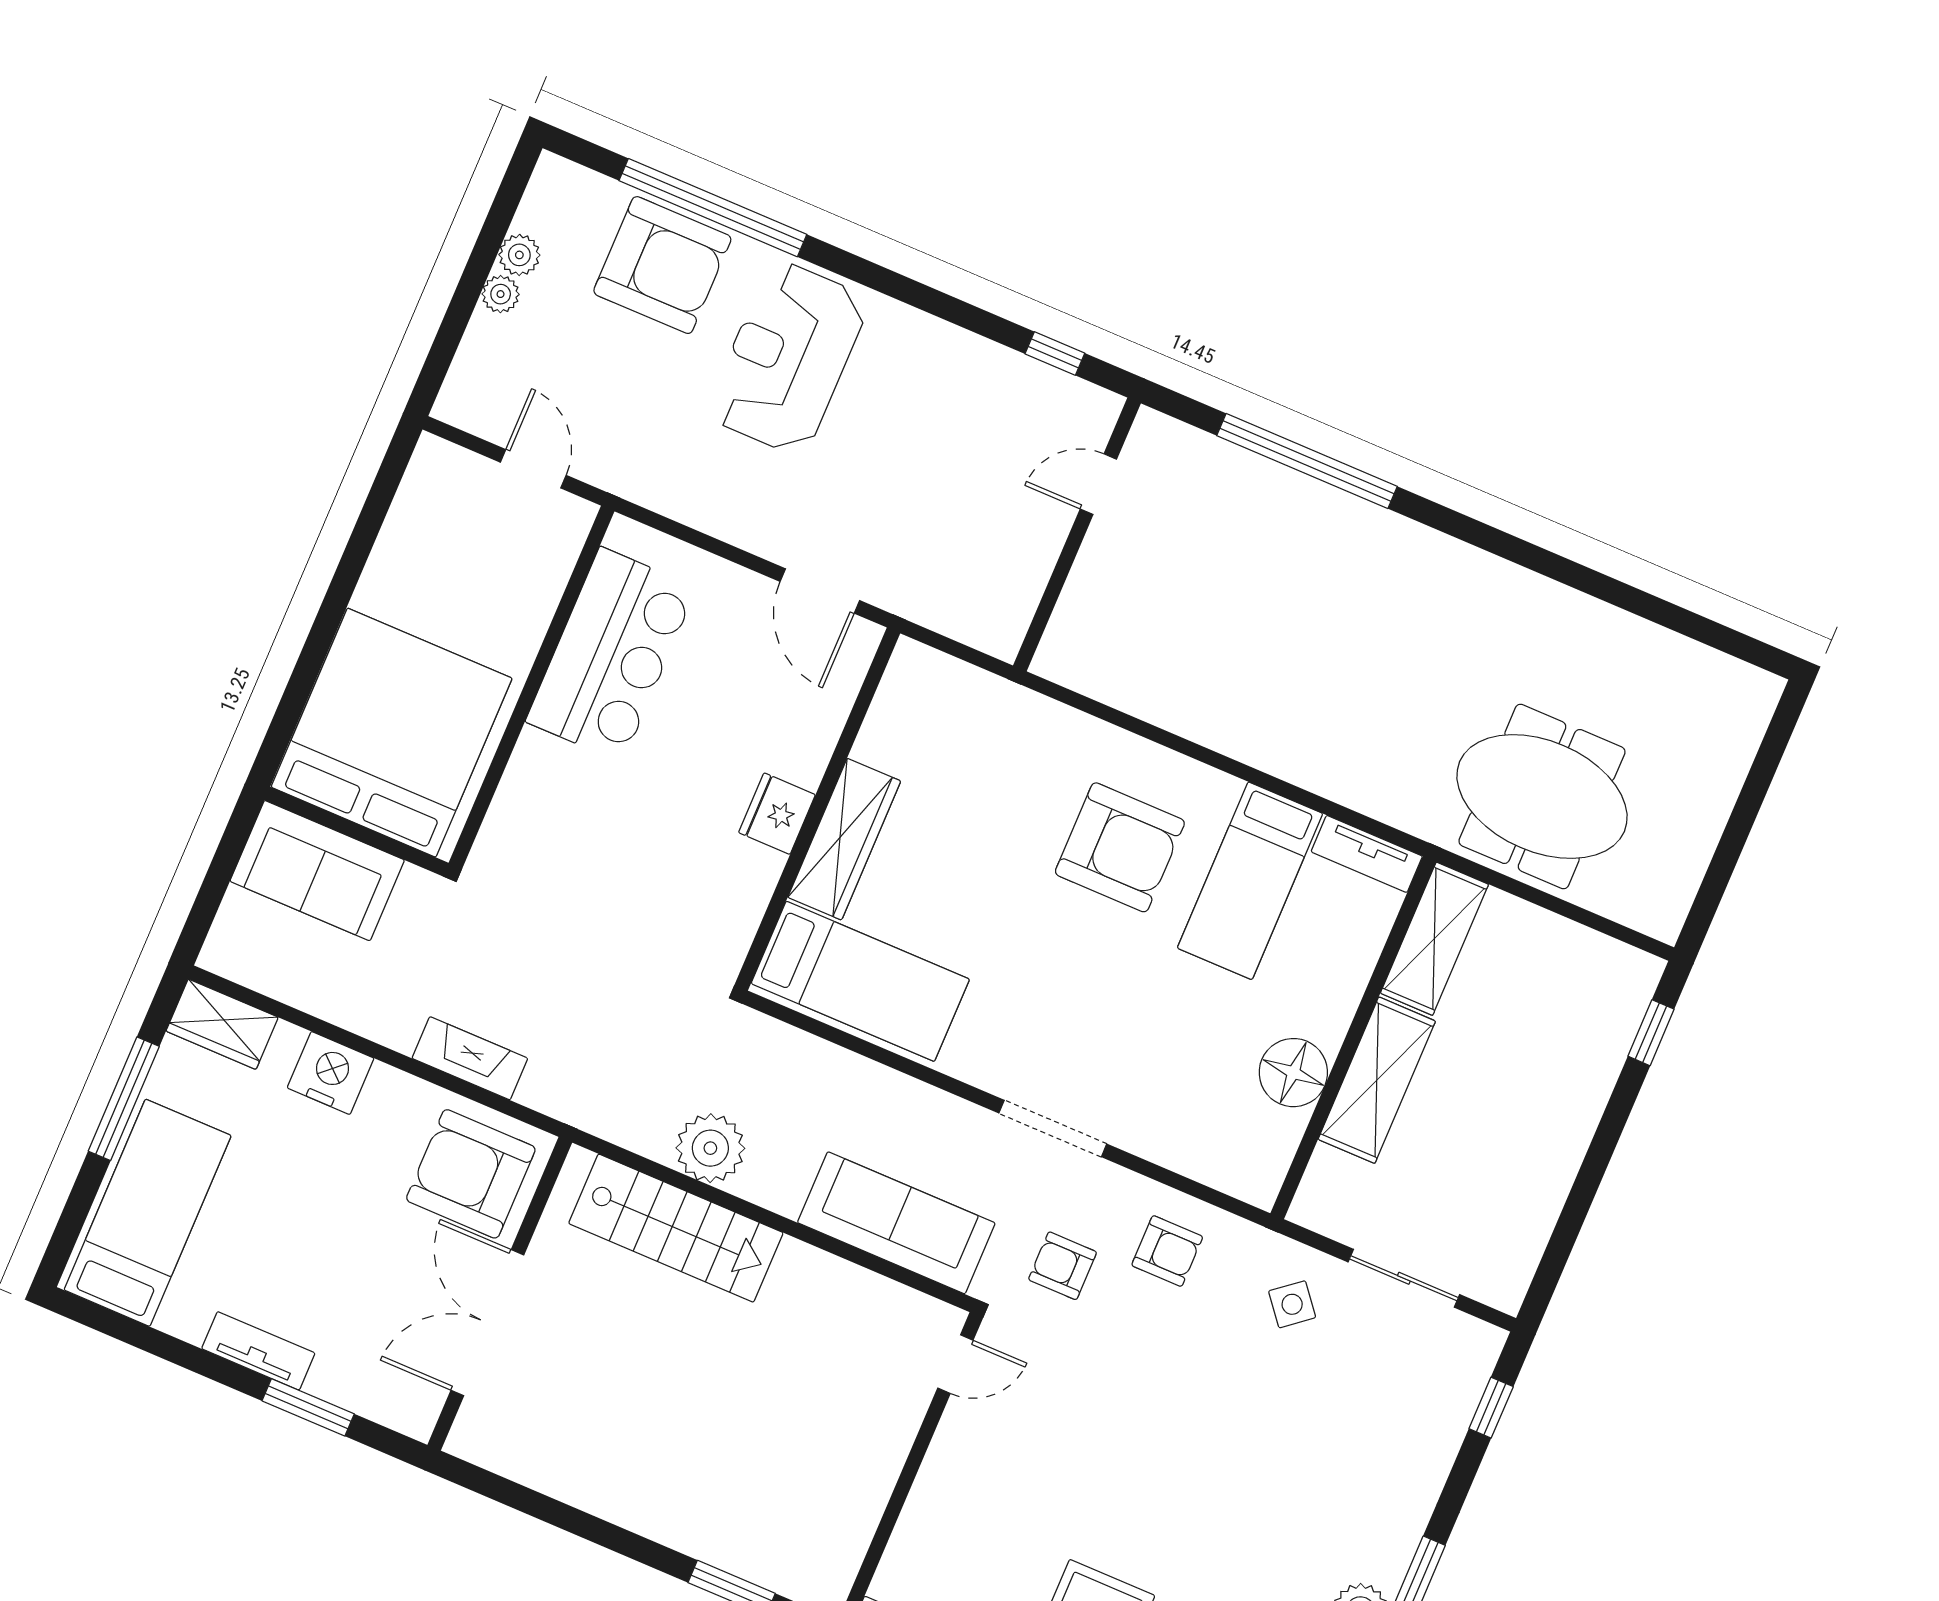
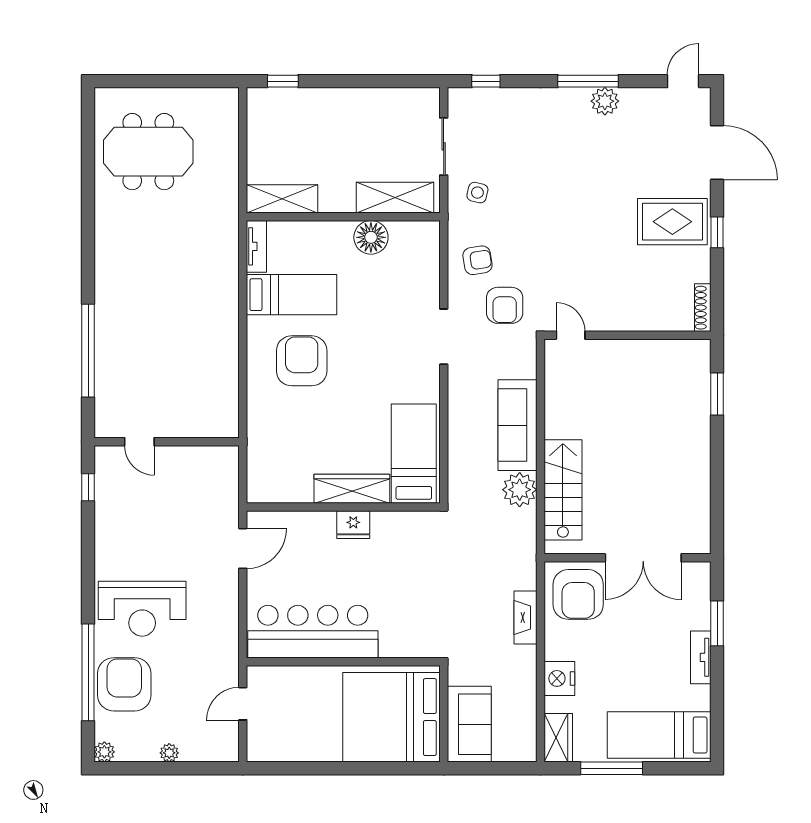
plant: (519, 255) -> (104, 752), moved
bar counter: (611, 655) -> (313, 632), width x1.36
meeting table: (1542, 796) -> (148, 152), moved, turned 90
shelving: (1377, 1080) -> (395, 198), moved
sofa: (896, 1223) -> (517, 425), moved
armchair: (1167, 1251) -> (477, 260), turned 81
armchair: (1063, 1266) -> (505, 305), width x1.38, depth x1.38
side table: (1292, 1304) -> (477, 193), turned -38

